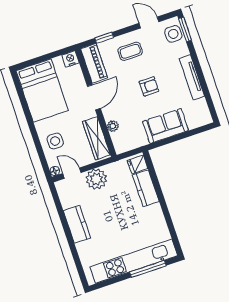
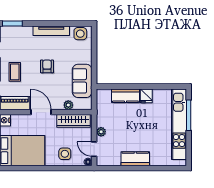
side table: (173, 34) -> (80, 34), moved
sofa: (166, 126) -> (82, 81), moved
fridge: (138, 164) -> (146, 96), moved
door: (72, 173) -> (94, 149), hinge flipped
plant: (96, 179) -> (101, 132), width x0.53, depth x0.53

